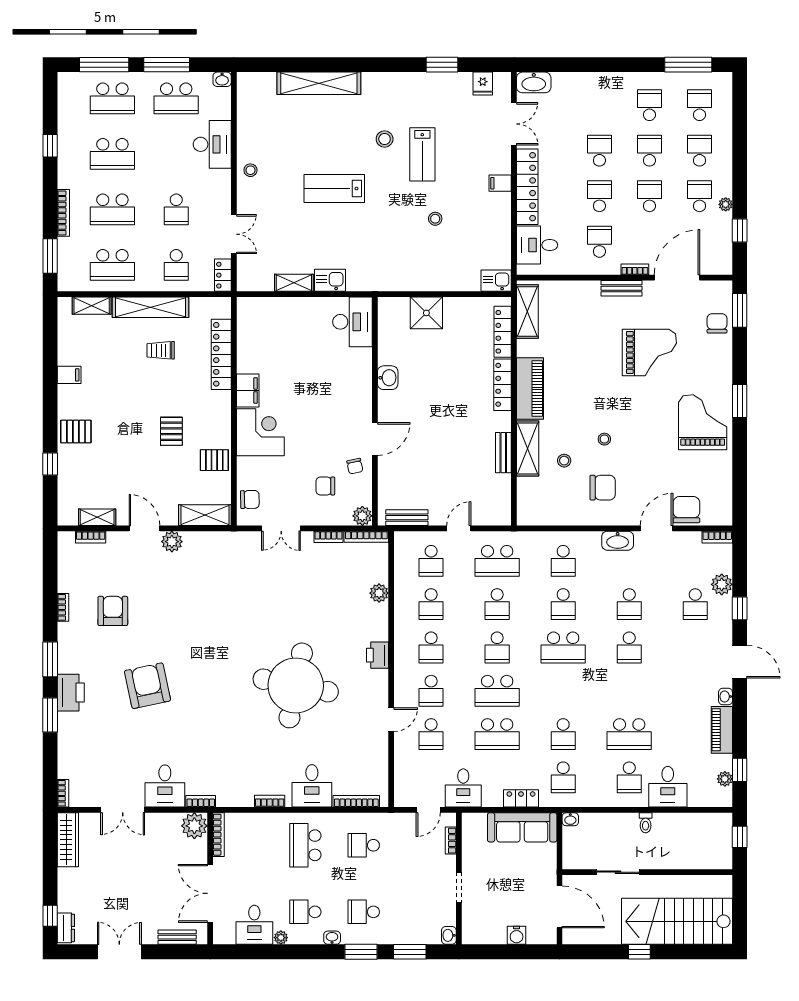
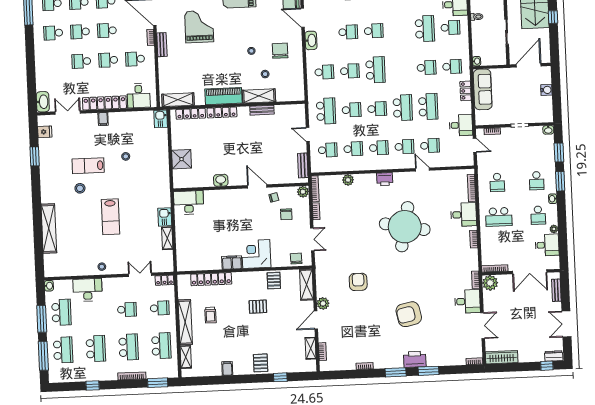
lab bench: (422, 154) -> (88, 166), turned 180
armchair: (113, 611) -> (358, 282), moved, turned 90

